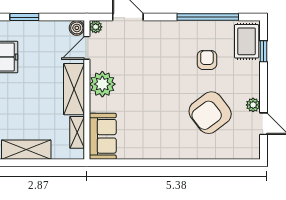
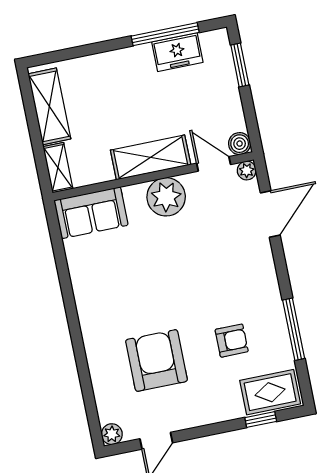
window: (208, 17) -> (294, 329), width x0.68
plant: (253, 105) -> (112, 434), moved
armchair: (210, 113) -> (157, 361), turned 37
shelving: (77, 132) -> (58, 168), moved, turned 90

